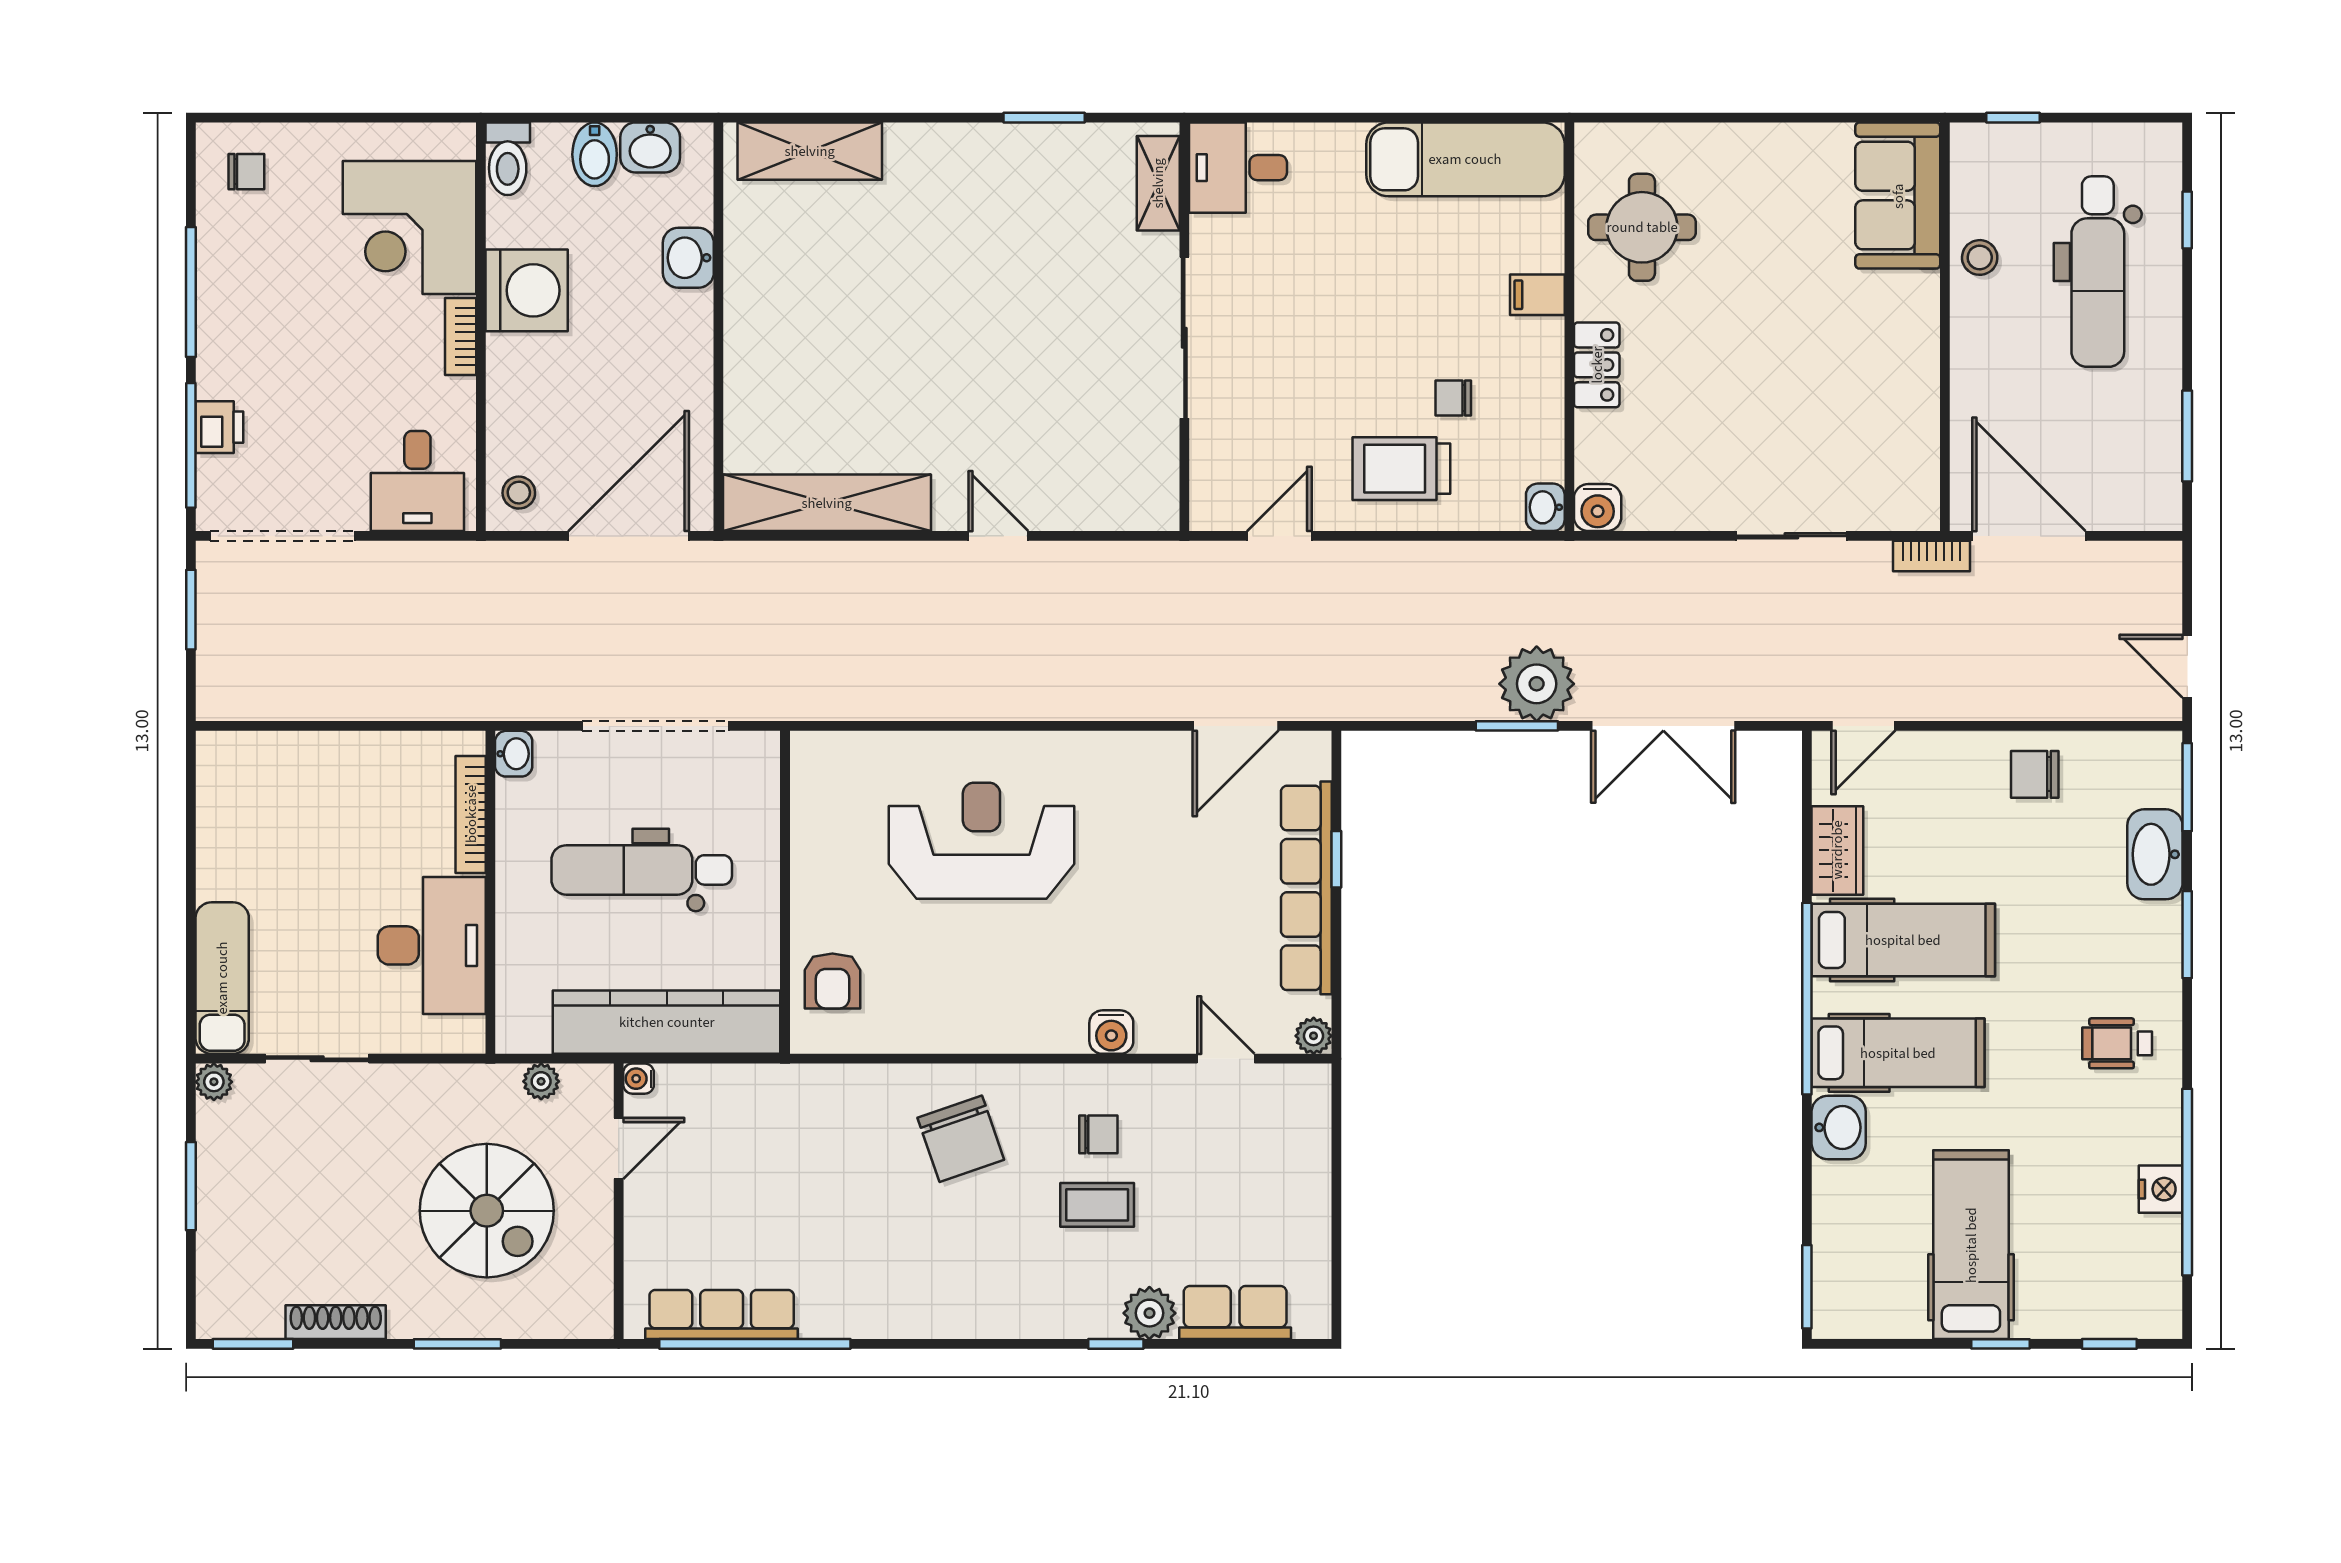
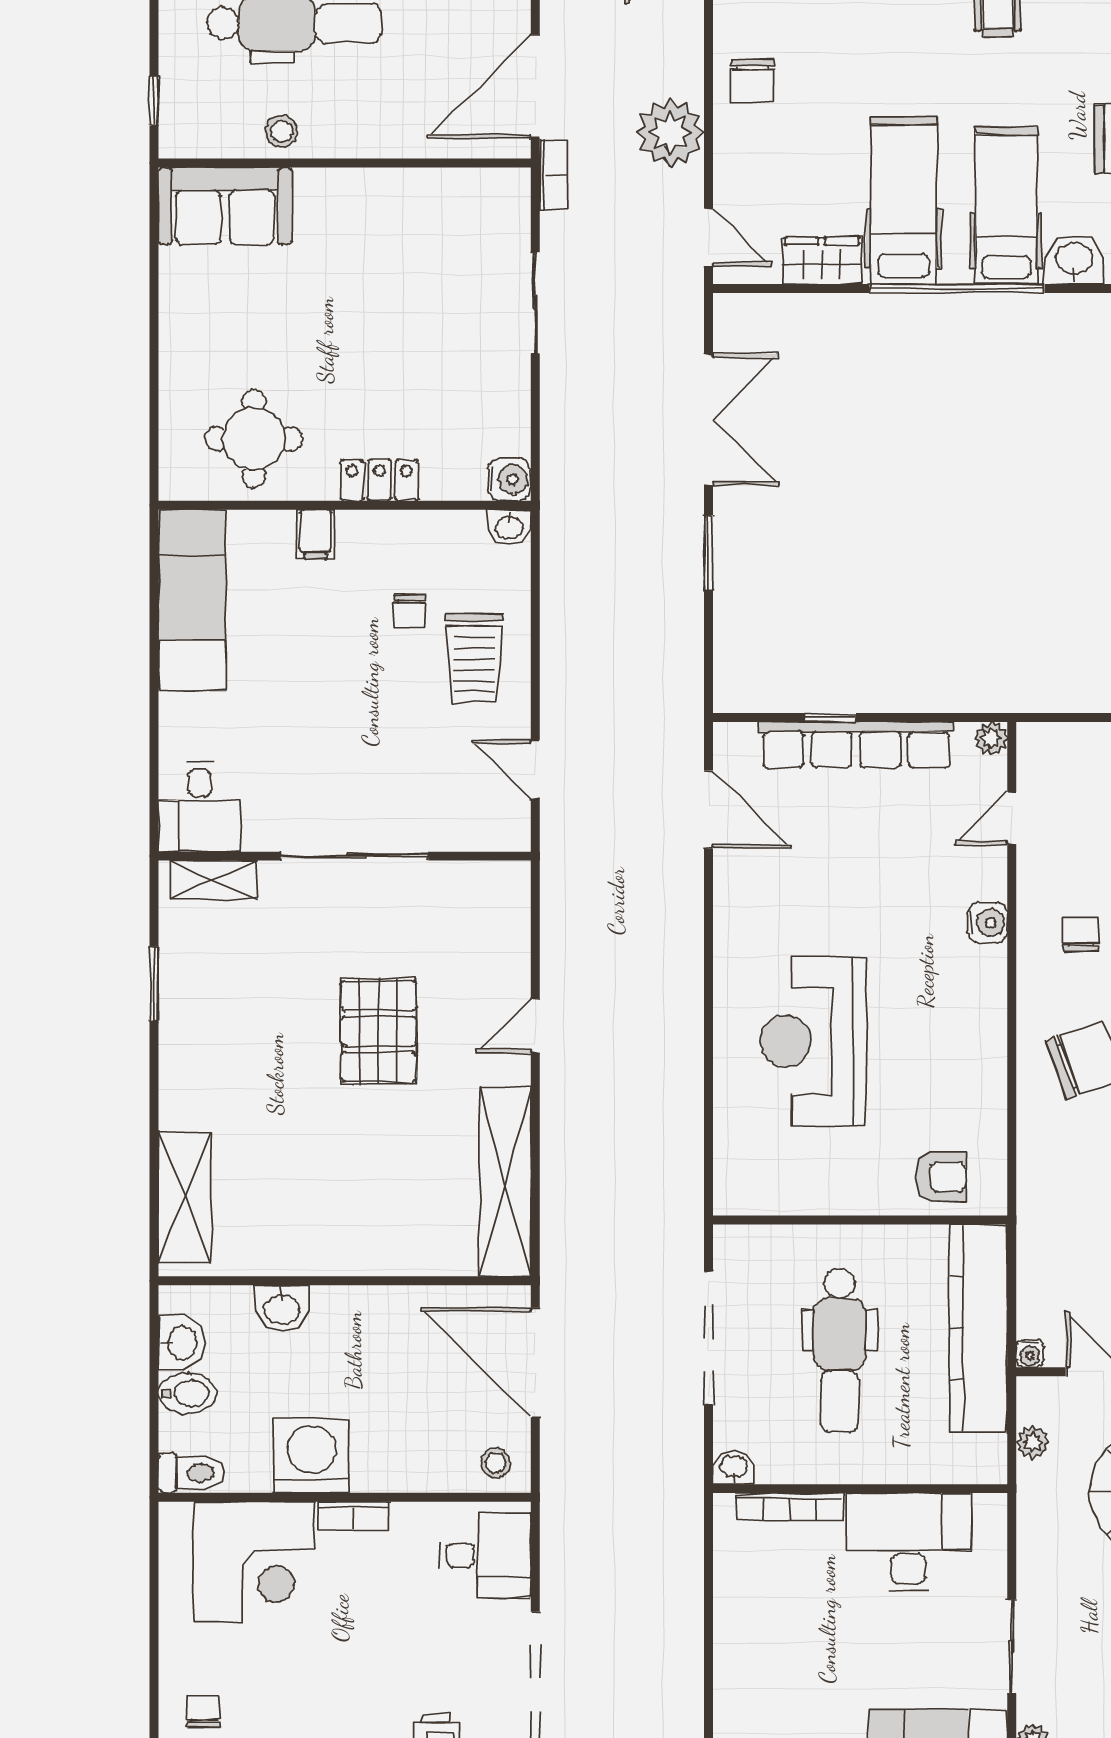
pallet: (992, 364) -> (379, 1031), added
plant: (1537, 684) -> (670, 133), moved

